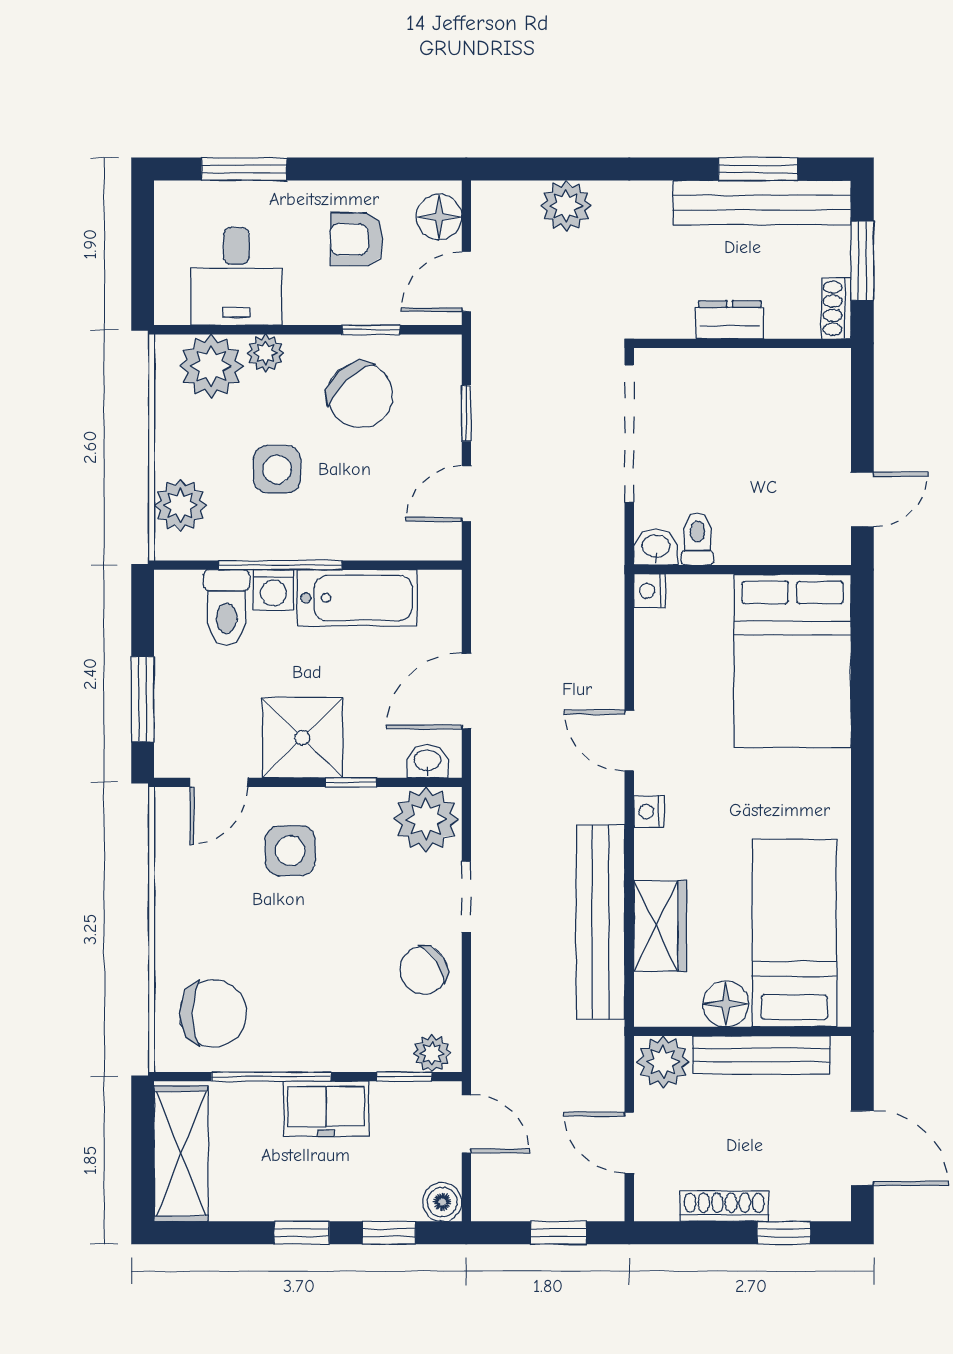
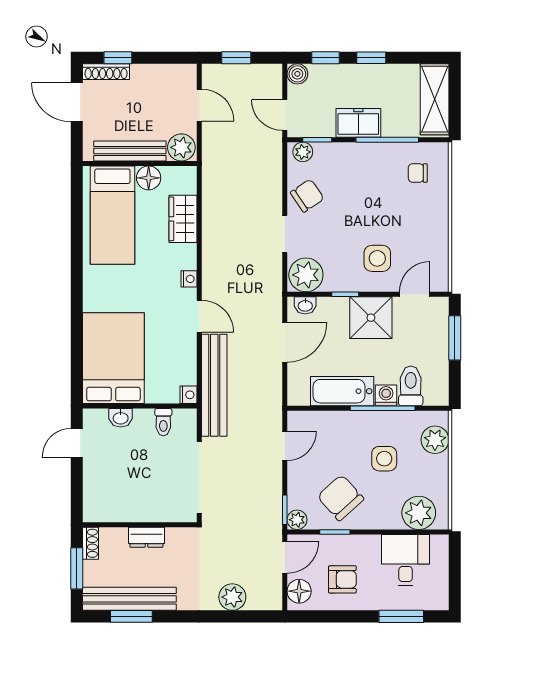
plant: (266, 353) -> (297, 520), moved
window: (466, 413) -> (285, 510), moved
washbasin: (656, 547) -> (121, 418), moved
bench: (601, 922) -> (214, 385), moved
chair: (213, 1013) -> (418, 173), width x0.54, depth x0.54
shoe rack: (724, 1206) -> (106, 72), moved

